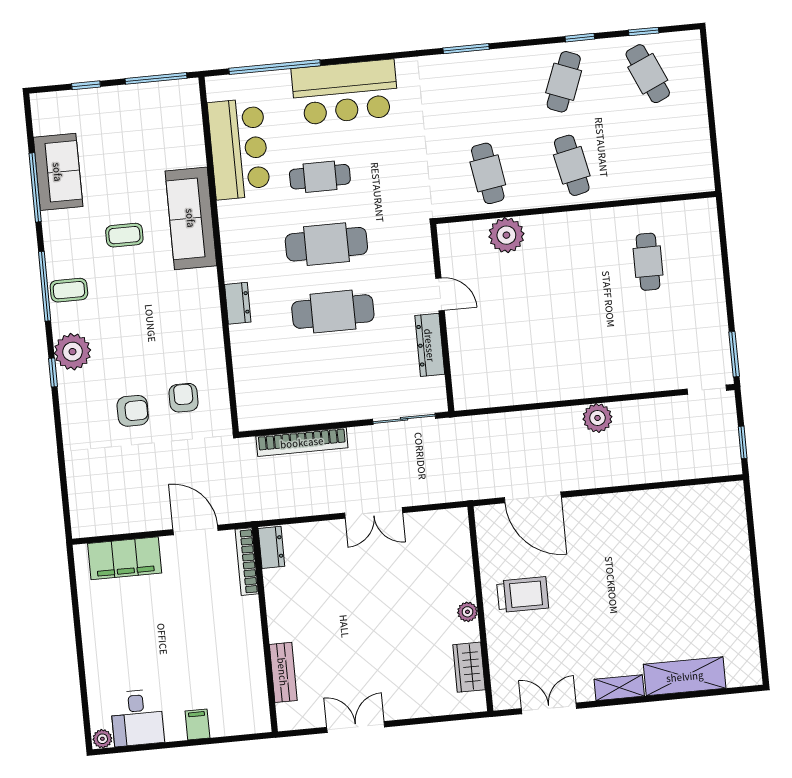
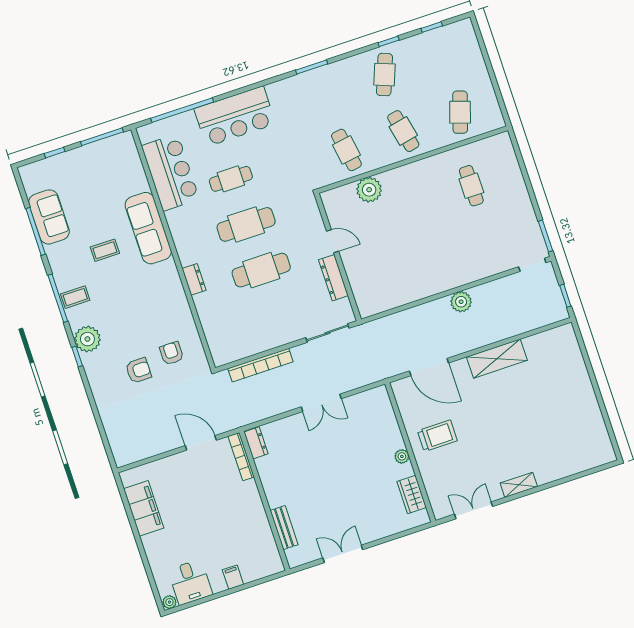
cafe table: (648, 74) -> (460, 112), moved, turned 42
filing cabinet: (125, 558) -> (144, 508), moved, turned -90
shelving: (685, 676) -> (497, 359), moved

